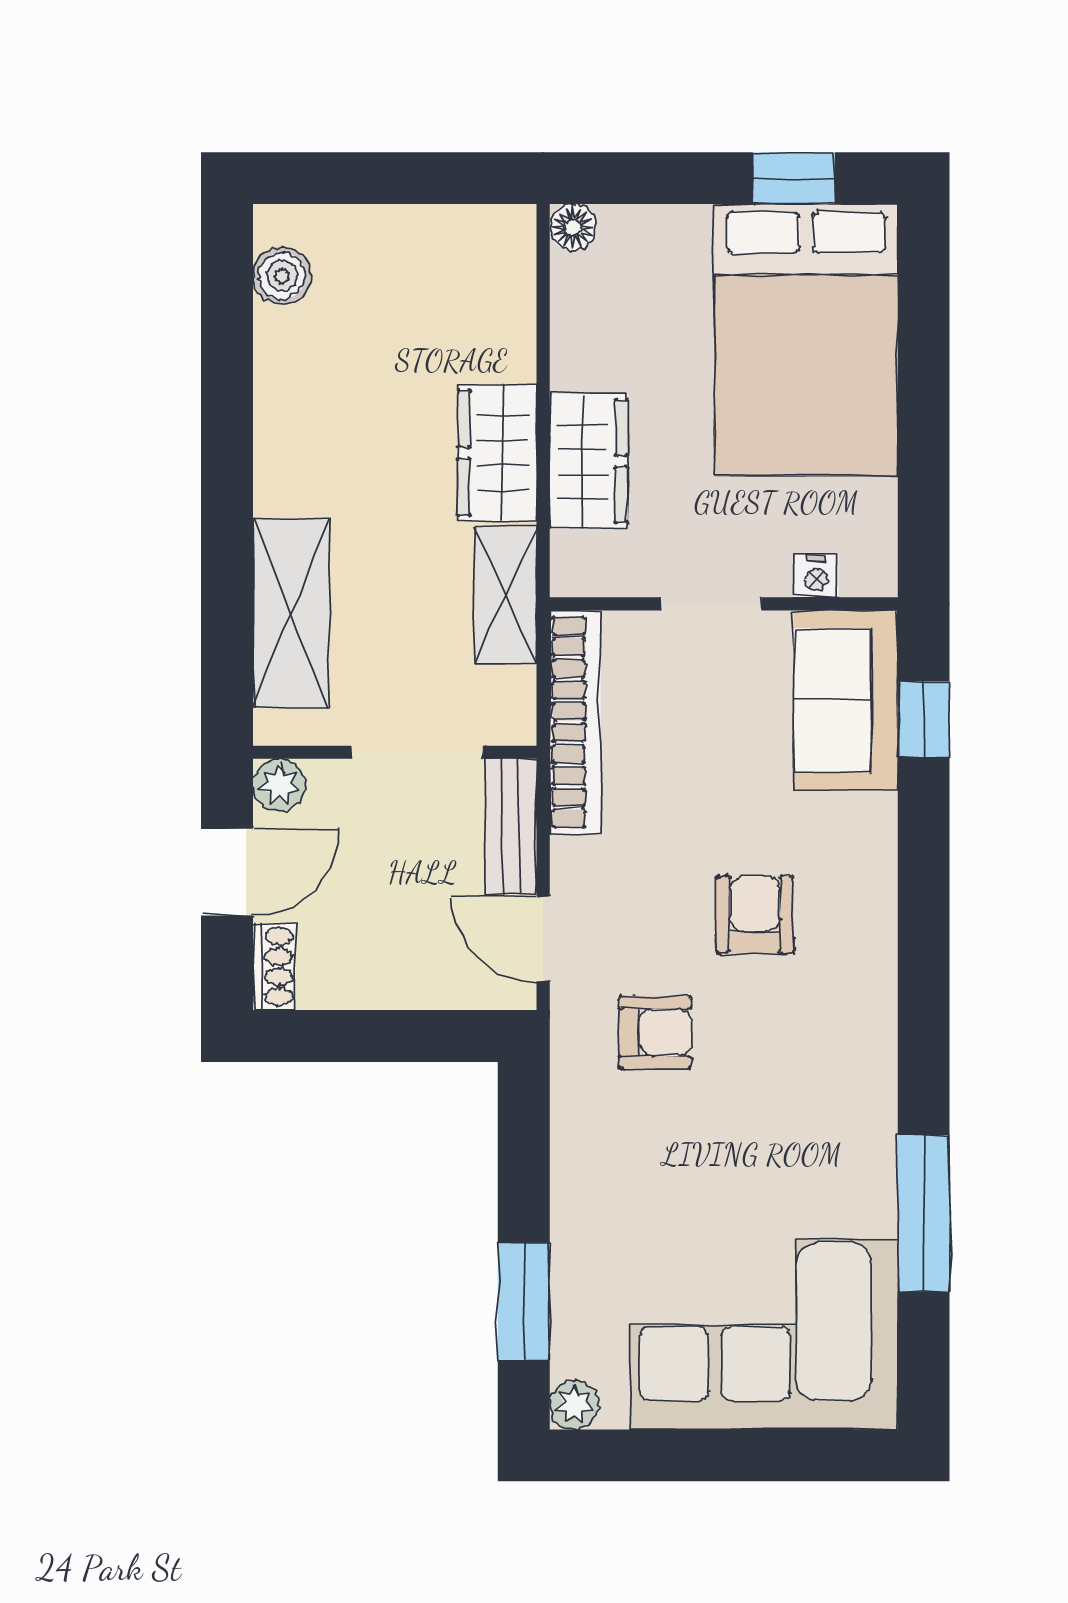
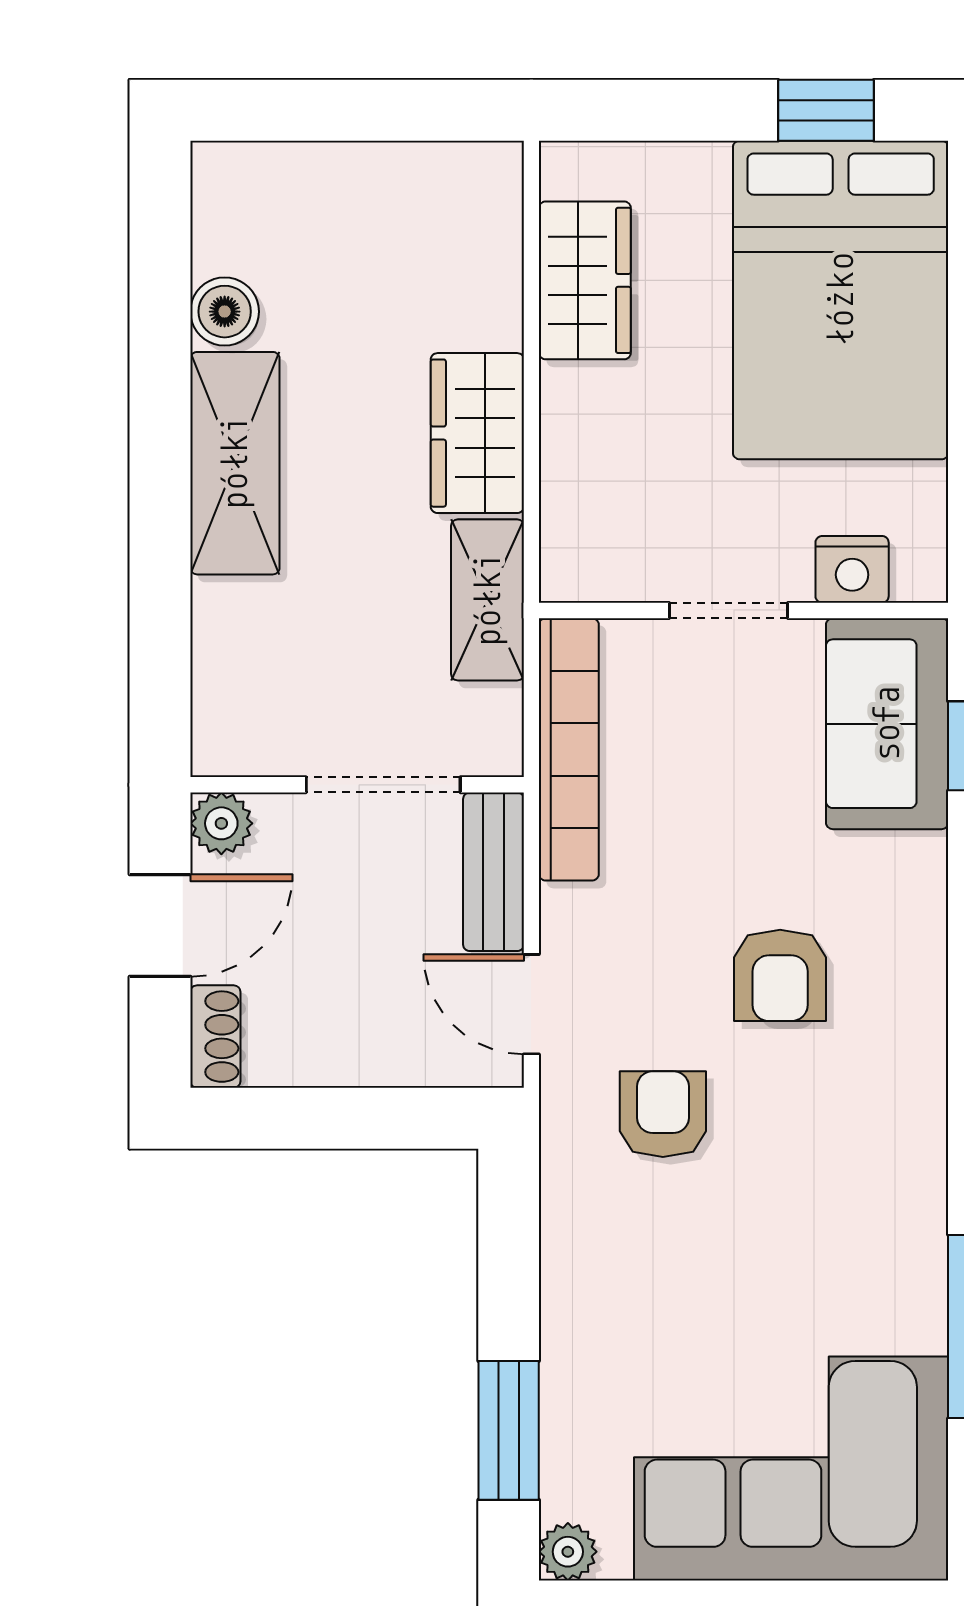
floor lamp: (573, 227) -> (566, 168), removed
boiler: (282, 276) -> (225, 312), moved
wardrobe: (589, 461) -> (585, 280), moved
nightstand: (816, 576) -> (852, 569), width x1.39, depth x1.35
shelving: (291, 613) -> (235, 463), moved
armchair: (755, 914) -> (780, 975), turned 180
armchair: (655, 1033) -> (663, 1114), turned -90

